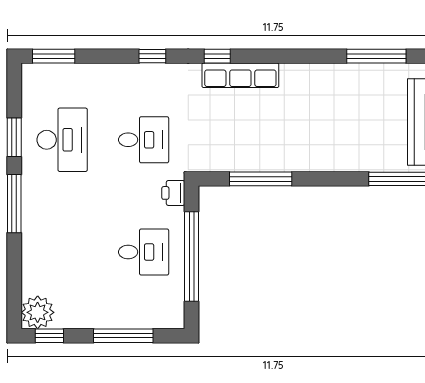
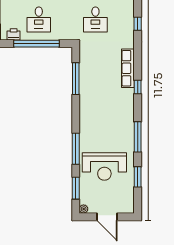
window: (217, 56) -> (138, 87), moved
printer: (173, 193) -> (14, 34), moved

